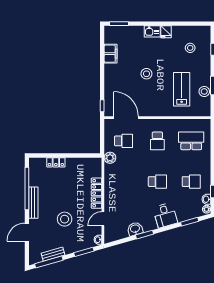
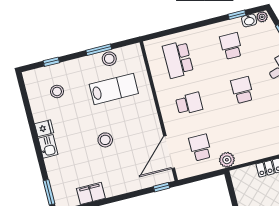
lab bench: (182, 89) -> (114, 89), turned 180

